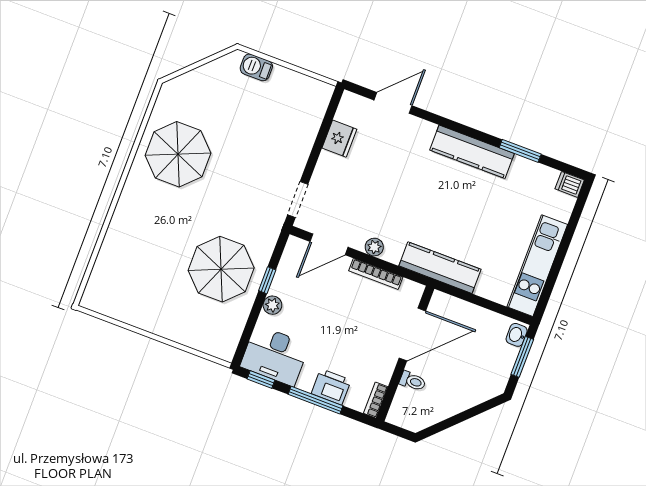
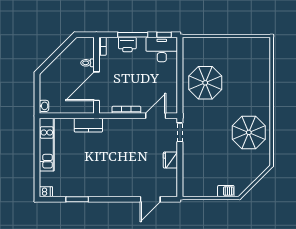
fridge: (339, 139) -> (170, 160), moved
kitchen counter: (472, 152) -> (101, 190), removed
plant: (374, 247) -> (132, 123), removed
kitchen counter: (440, 268) -> (88, 125), width x0.67
window: (267, 280) -> (180, 86), removed
plant: (272, 305) -> (173, 74), removed
window: (522, 357) -> (37, 96), removed

